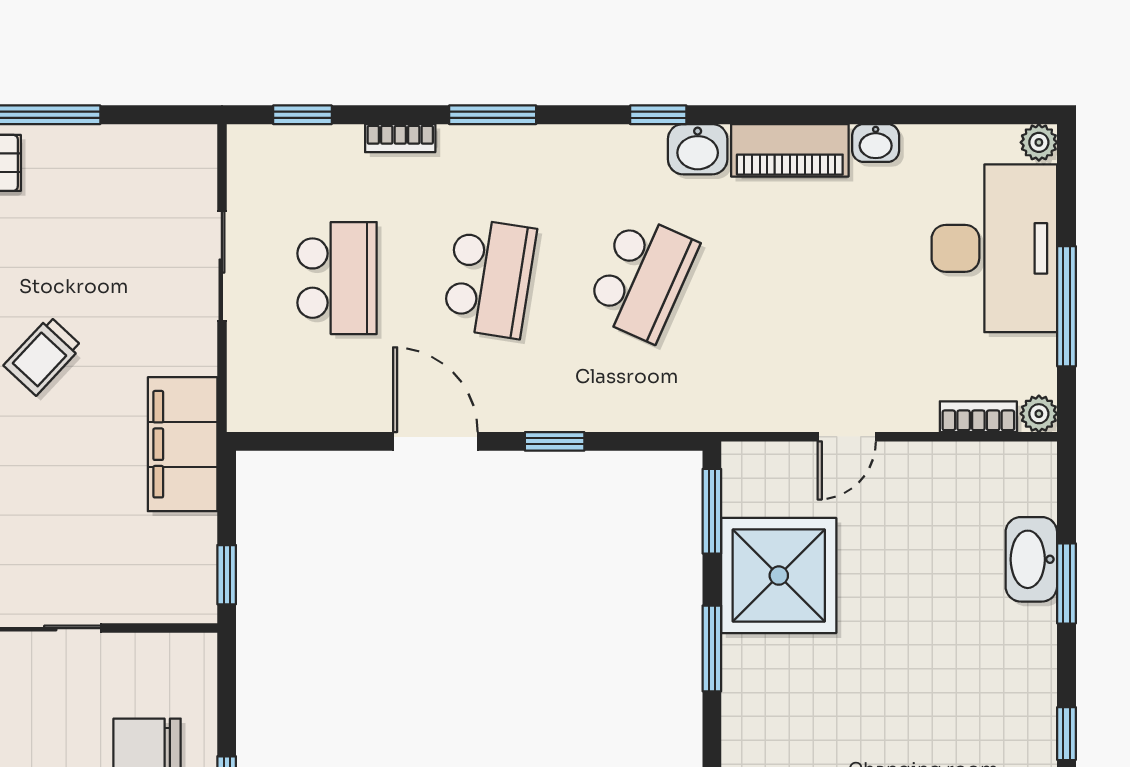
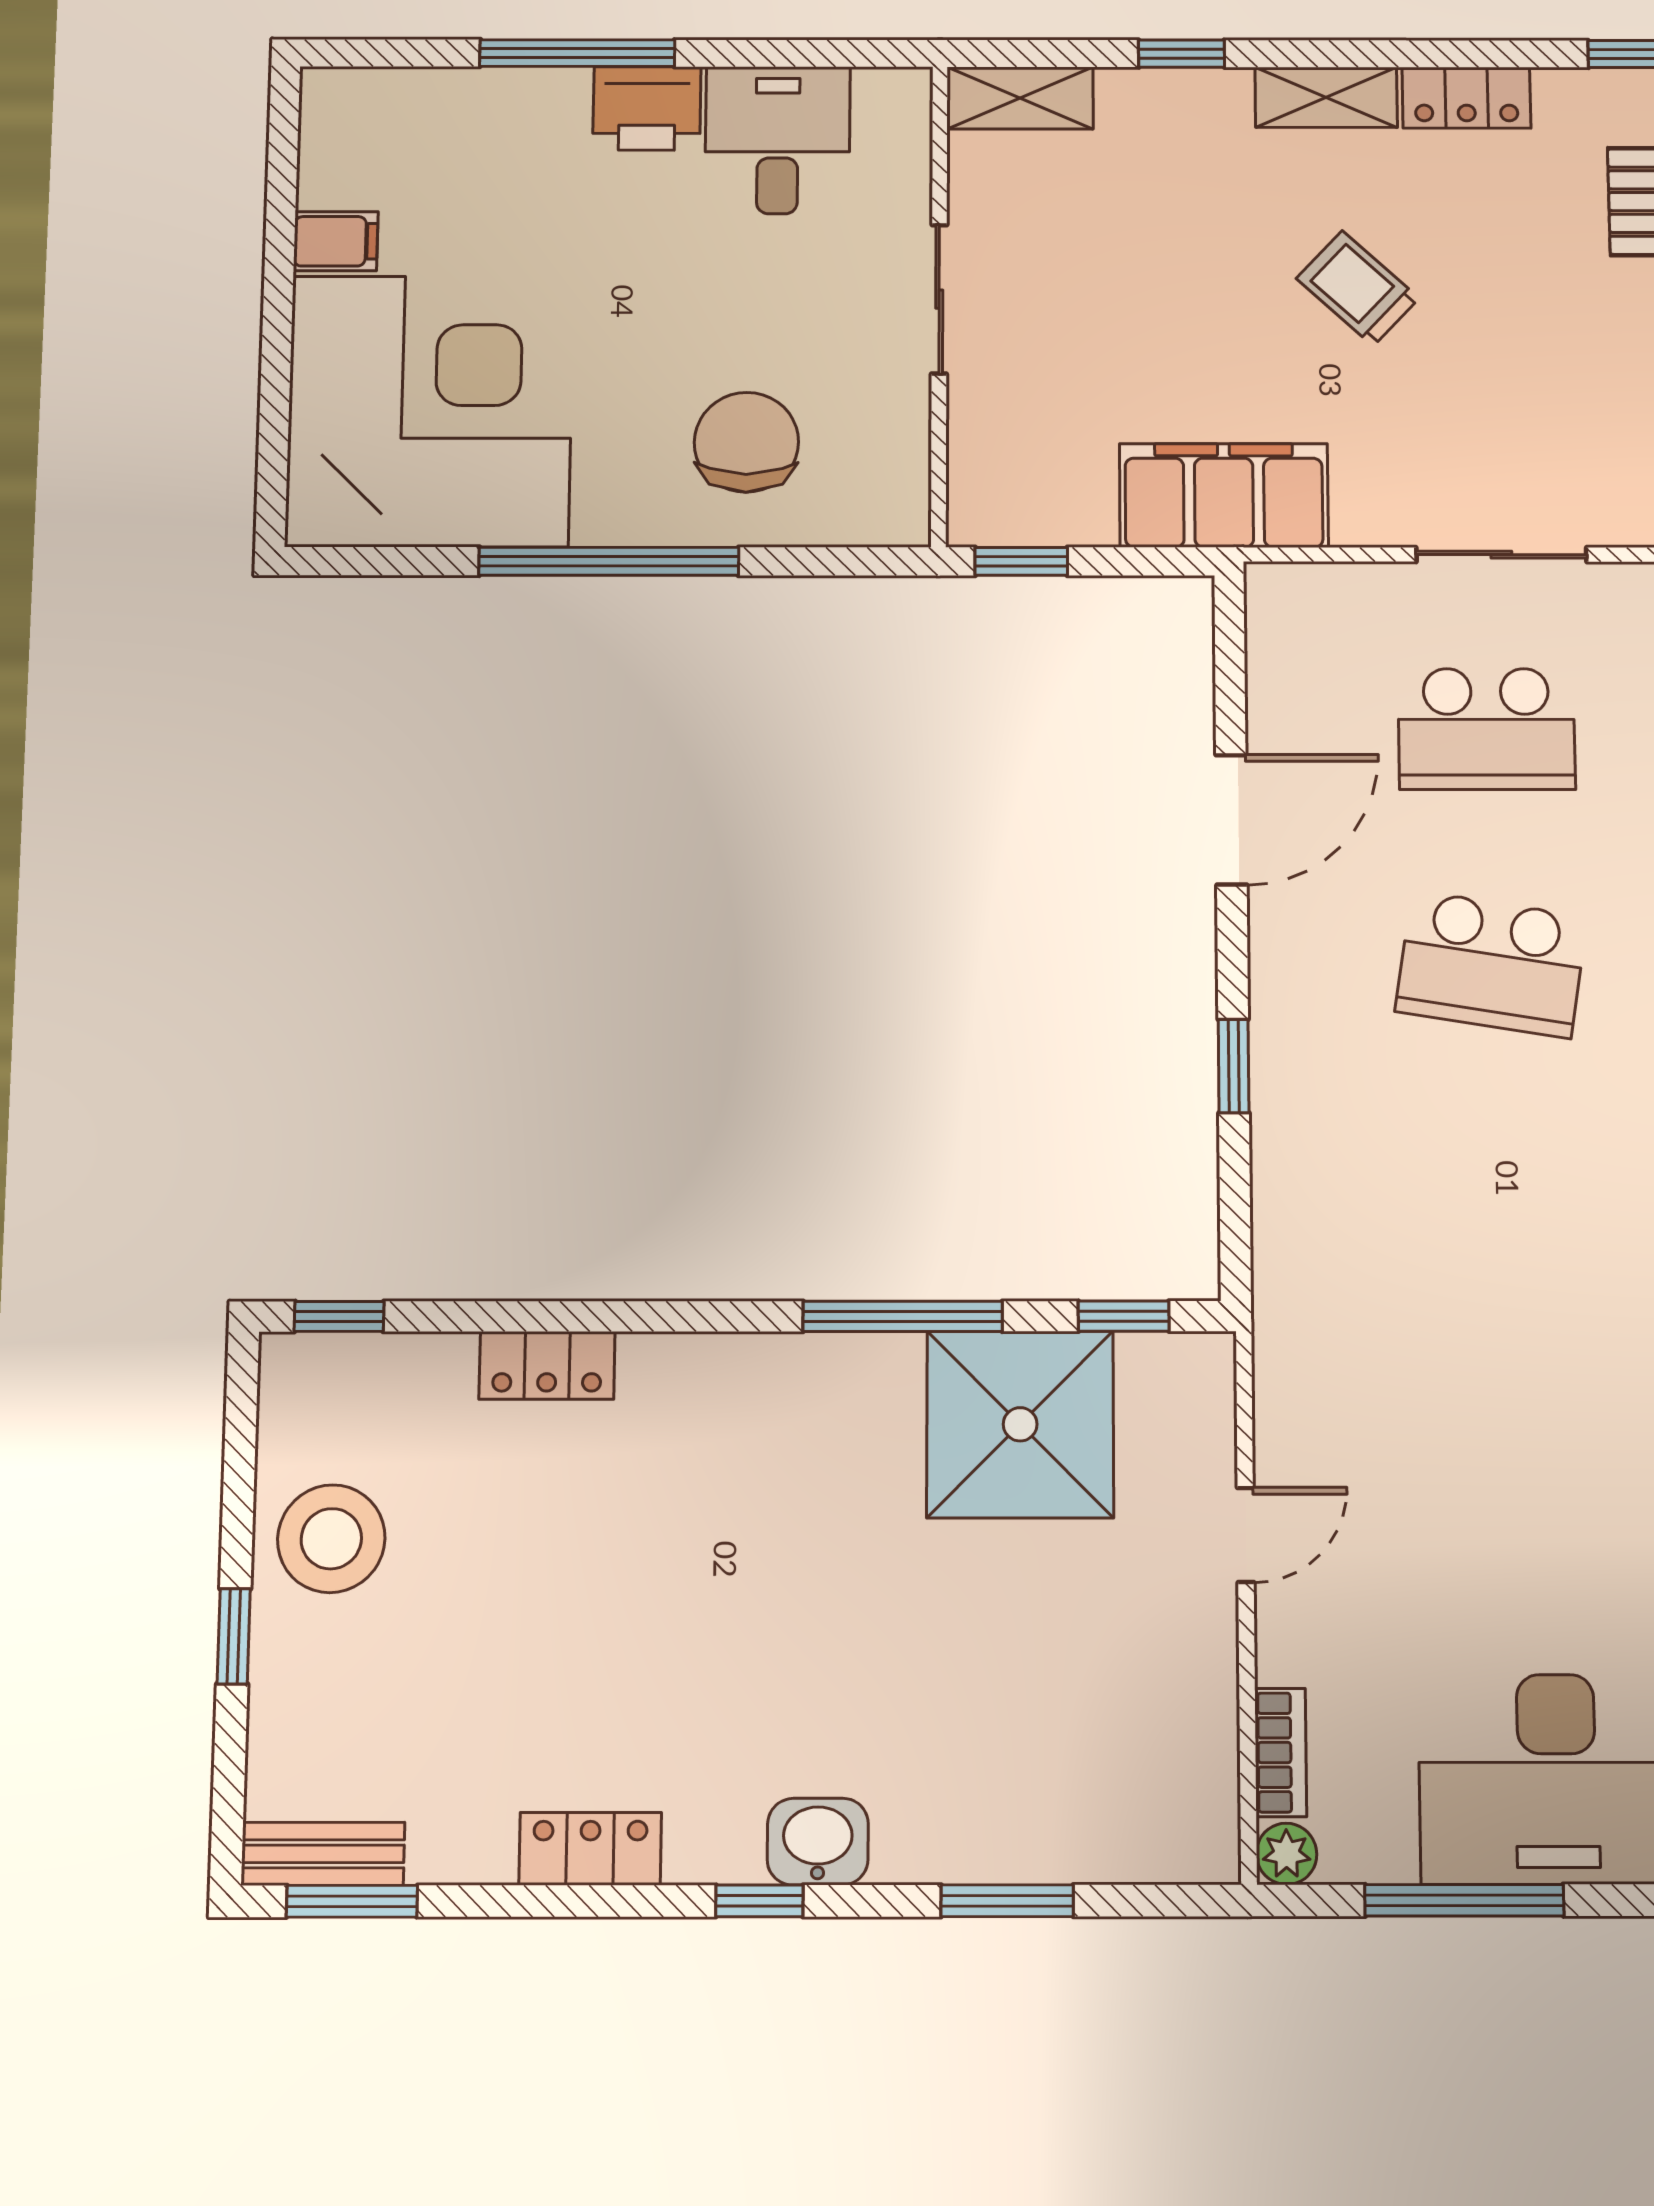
school desk: (642, 278) -> (1496, 1204), removed
door: (847, 437) -> (1246, 1535), swing flipped
door: (435, 441) -> (1231, 820), moved
window: (712, 511) -> (1124, 1316), width x0.67
washbasin: (1031, 559) -> (818, 1842), moved, width x0.72
window: (712, 648) -> (903, 1316), width x1.44

